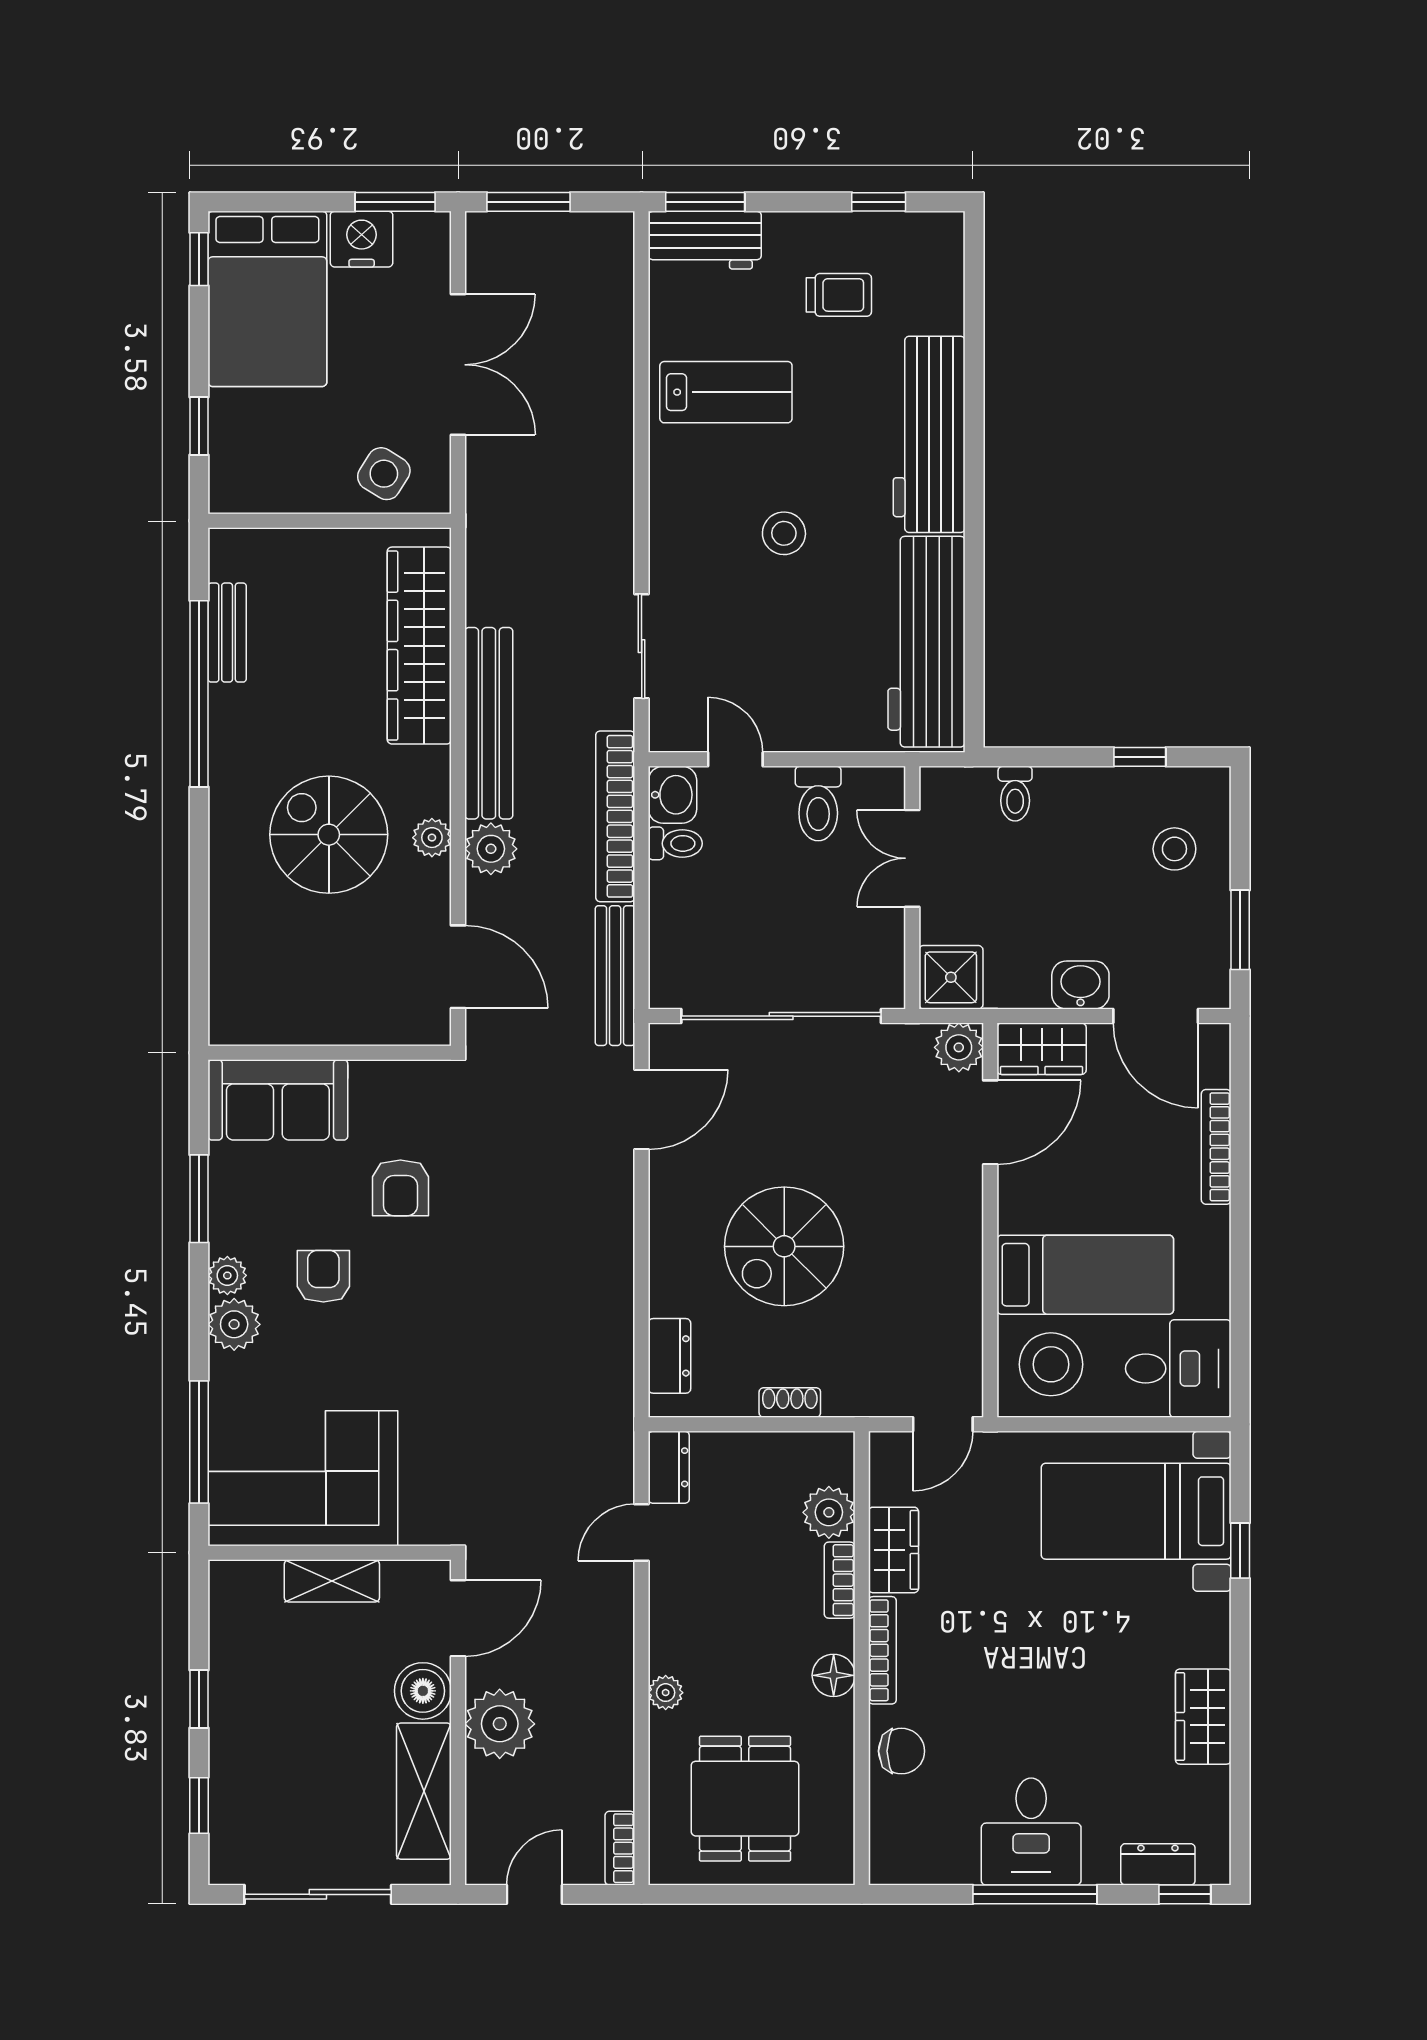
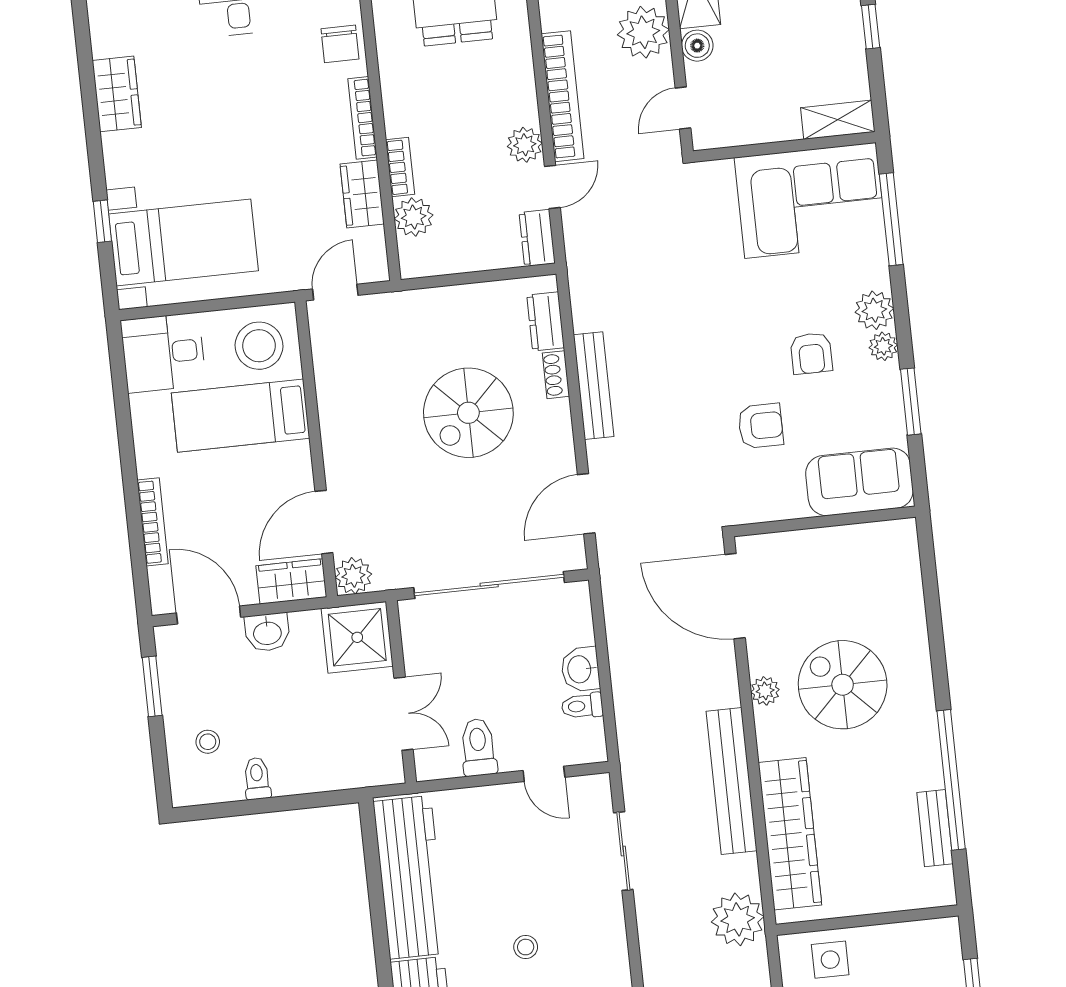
side table: (384, 474) -> (830, 960), turned -32
stool: (784, 533) -> (526, 947), width x0.73, depth x0.73
window: (1140, 757) -> (241, 808), removed
toilet: (1015, 794) -> (257, 778), moved
washbasin: (673, 795) -> (580, 669), moved
bookcase: (615, 816) -> (563, 96), moved
spiral stairs: (329, 835) -> (843, 685), turned 180
plant: (491, 849) -> (738, 919), moved, width x1.36, depth x1.36
stool: (1174, 849) -> (208, 742), width x0.73, depth x0.73
door: (458, 967) -> (735, 596), width x1.36
bench: (615, 976) -> (594, 386), moved
shower: (951, 977) -> (357, 637), width x1.36, depth x1.36
armchair: (400, 1188) -> (761, 426), turned 90
spiral stairs: (784, 1246) -> (468, 413), turned 180
shoe rack: (790, 1402) -> (556, 375), moved, turned 90
shelving: (332, 1581) -> (838, 120), moved
door: (458, 1618) -> (683, 108), width x0.73
floor lamp: (834, 1675) -> (397, 95), removed
boiler: (423, 1691) -> (697, 46), width x0.73, depth x0.73
plant: (666, 1693) -> (525, 145), moved, width x1.38, depth x1.38
chair: (902, 1751) -> (340, 44), turned -90

